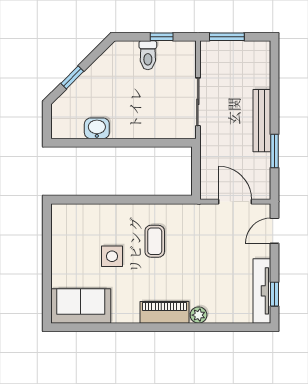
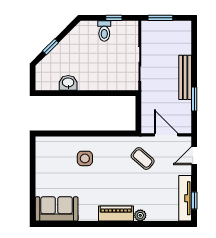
coffee table: (155, 241) -> (143, 159), moved, turned -49
side table: (112, 256) -> (85, 158), moved

